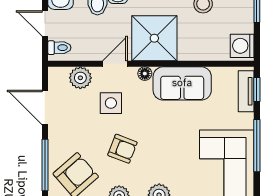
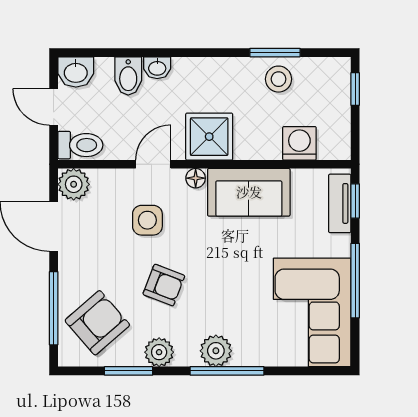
shower: (154, 38) -> (209, 137), width x0.73, depth x0.73
washing machine: (242, 46) -> (299, 143), moved, turned 90
toilet: (59, 48) -> (80, 145), width x1.37, depth x1.39
plant: (80, 78) -> (74, 184), moved

